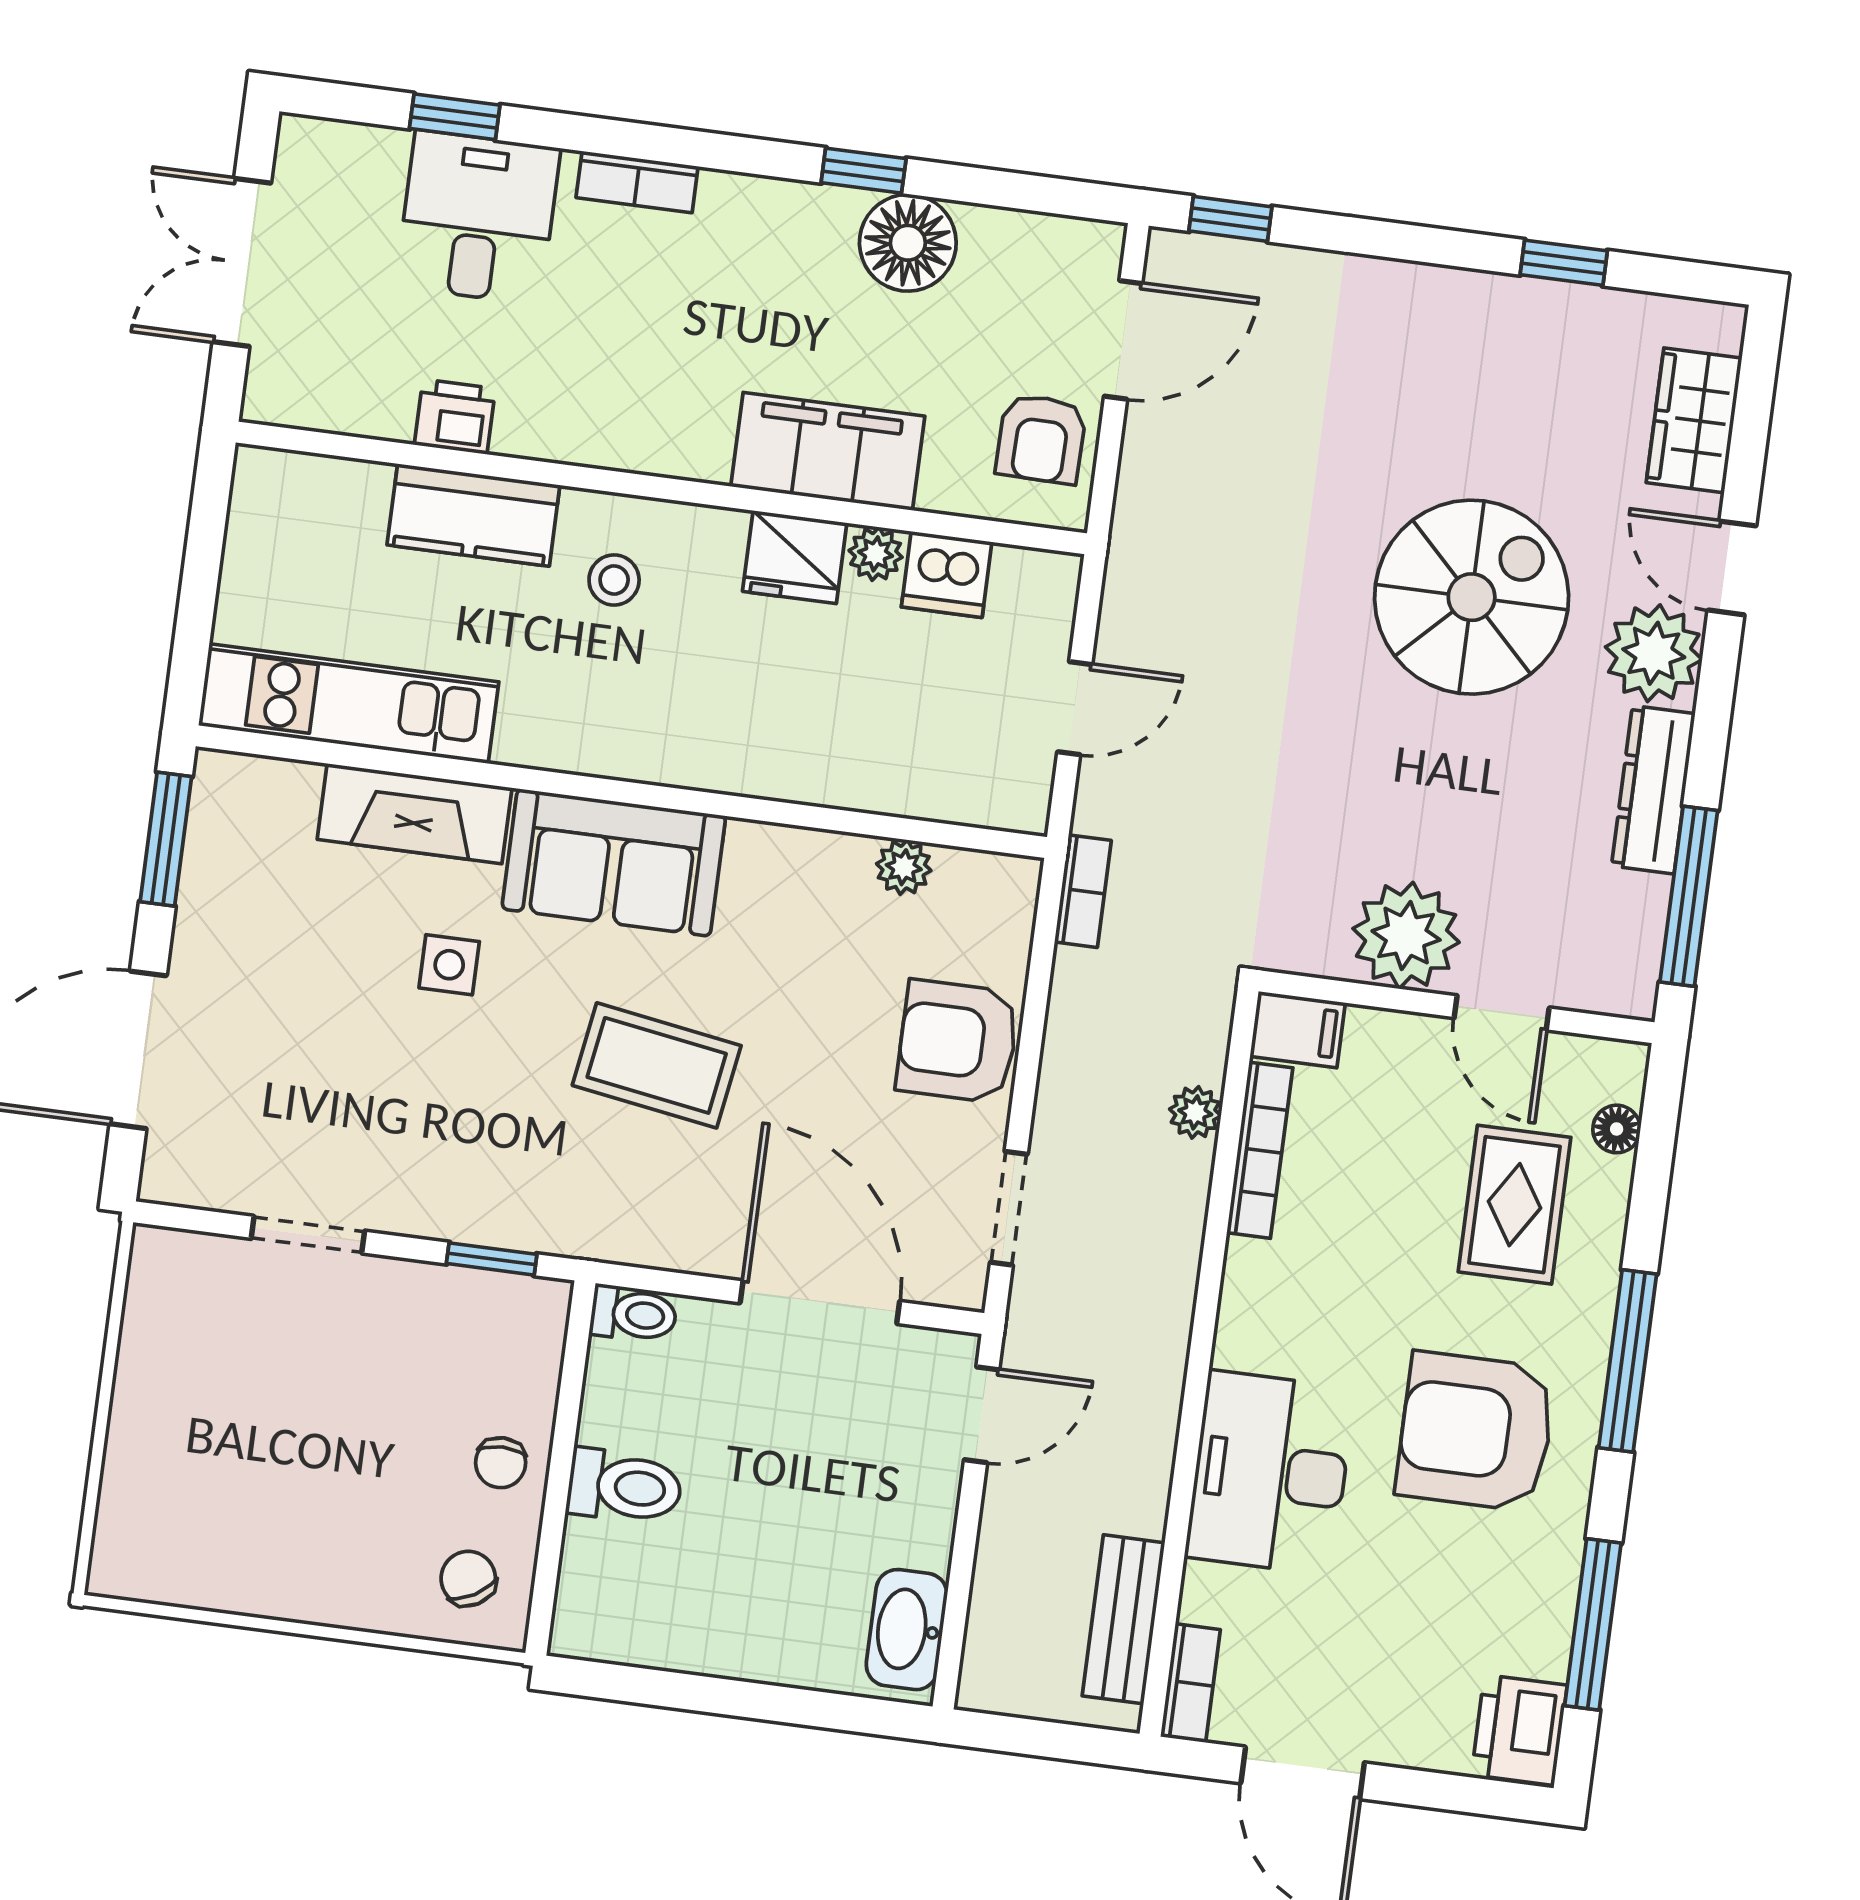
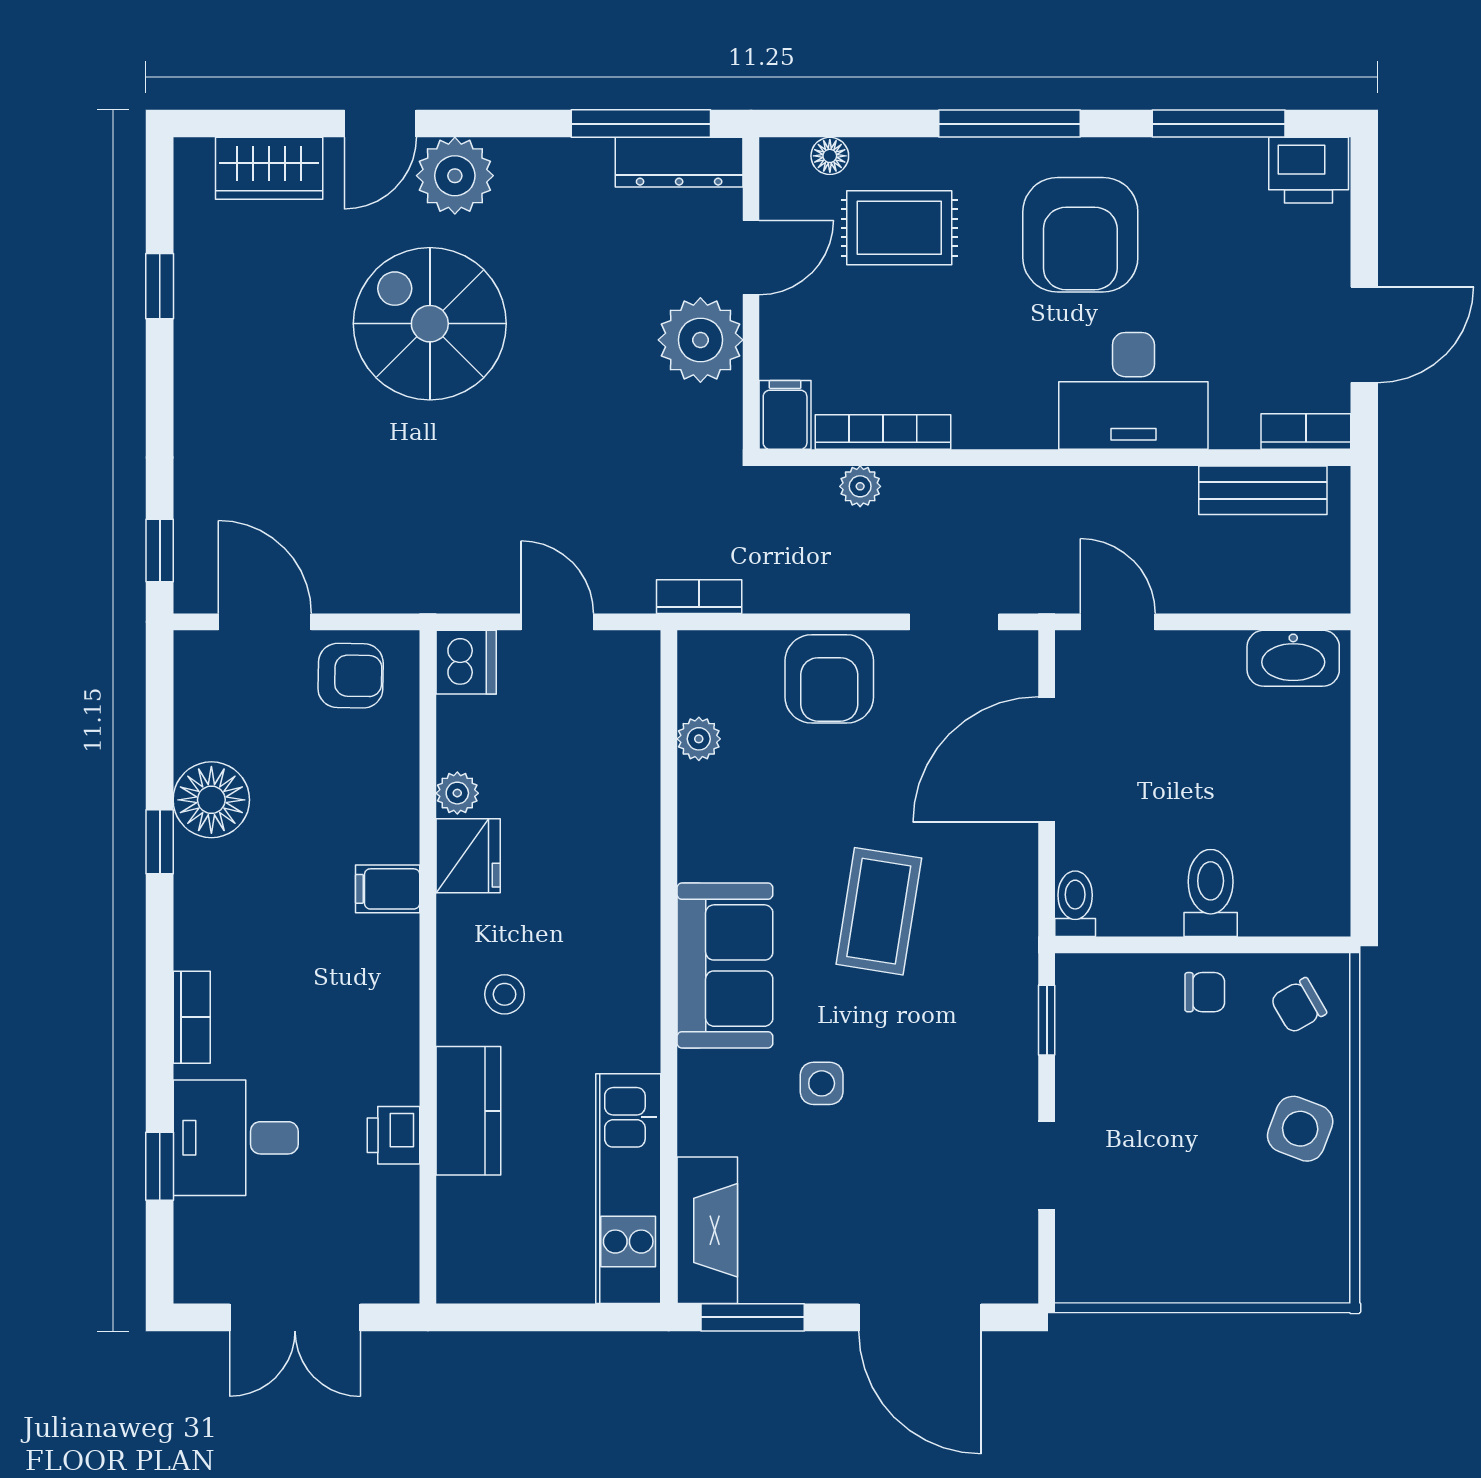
filing cabinet: (828, 451) -> (388, 889), width x0.33, depth x0.86
dishwasher: (947, 574) -> (466, 662), moved
dresser: (1653, 790) -> (679, 162), moved
fireplace: (415, 814) -> (707, 1230), moved
side table: (313, 1560) -> (1300, 1129), added

